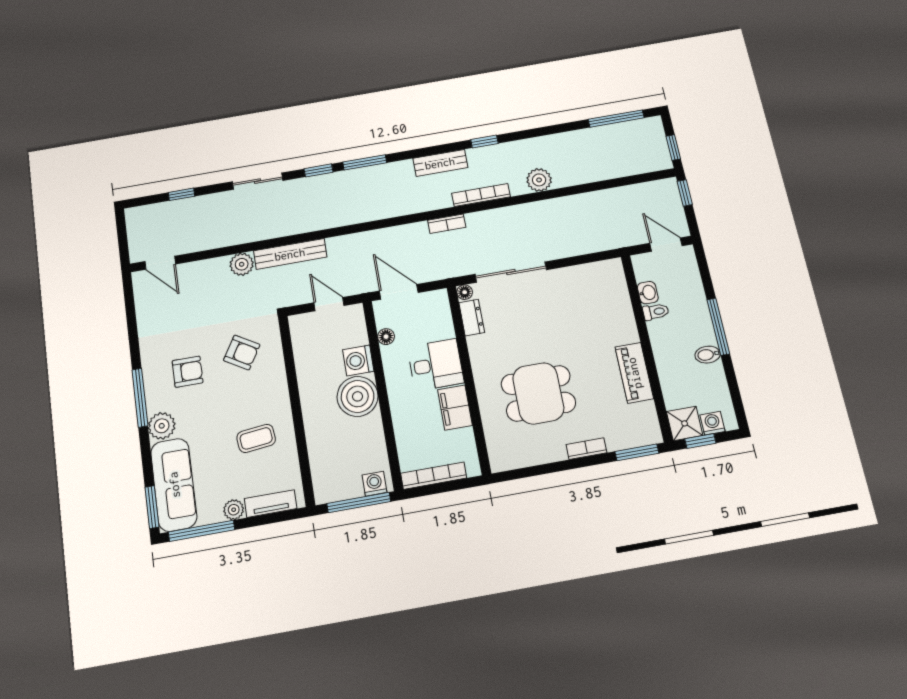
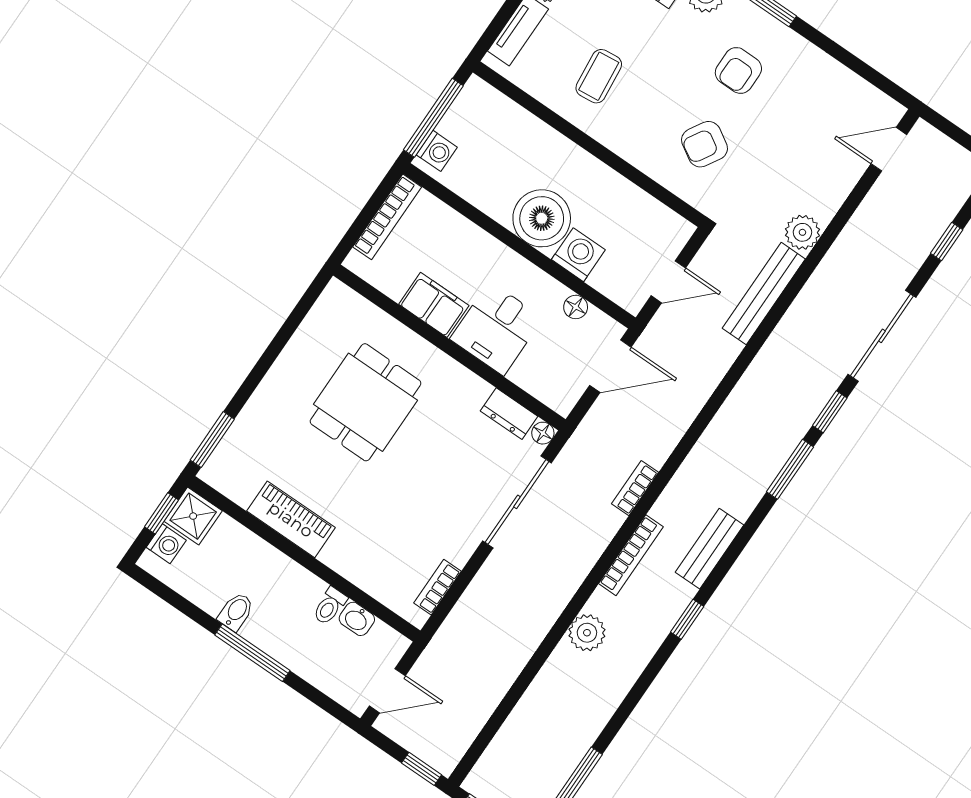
sliding door: (258, 181) -> (882, 336), width x1.37
bookcase: (586, 449) -> (437, 587), moved, turned 180

